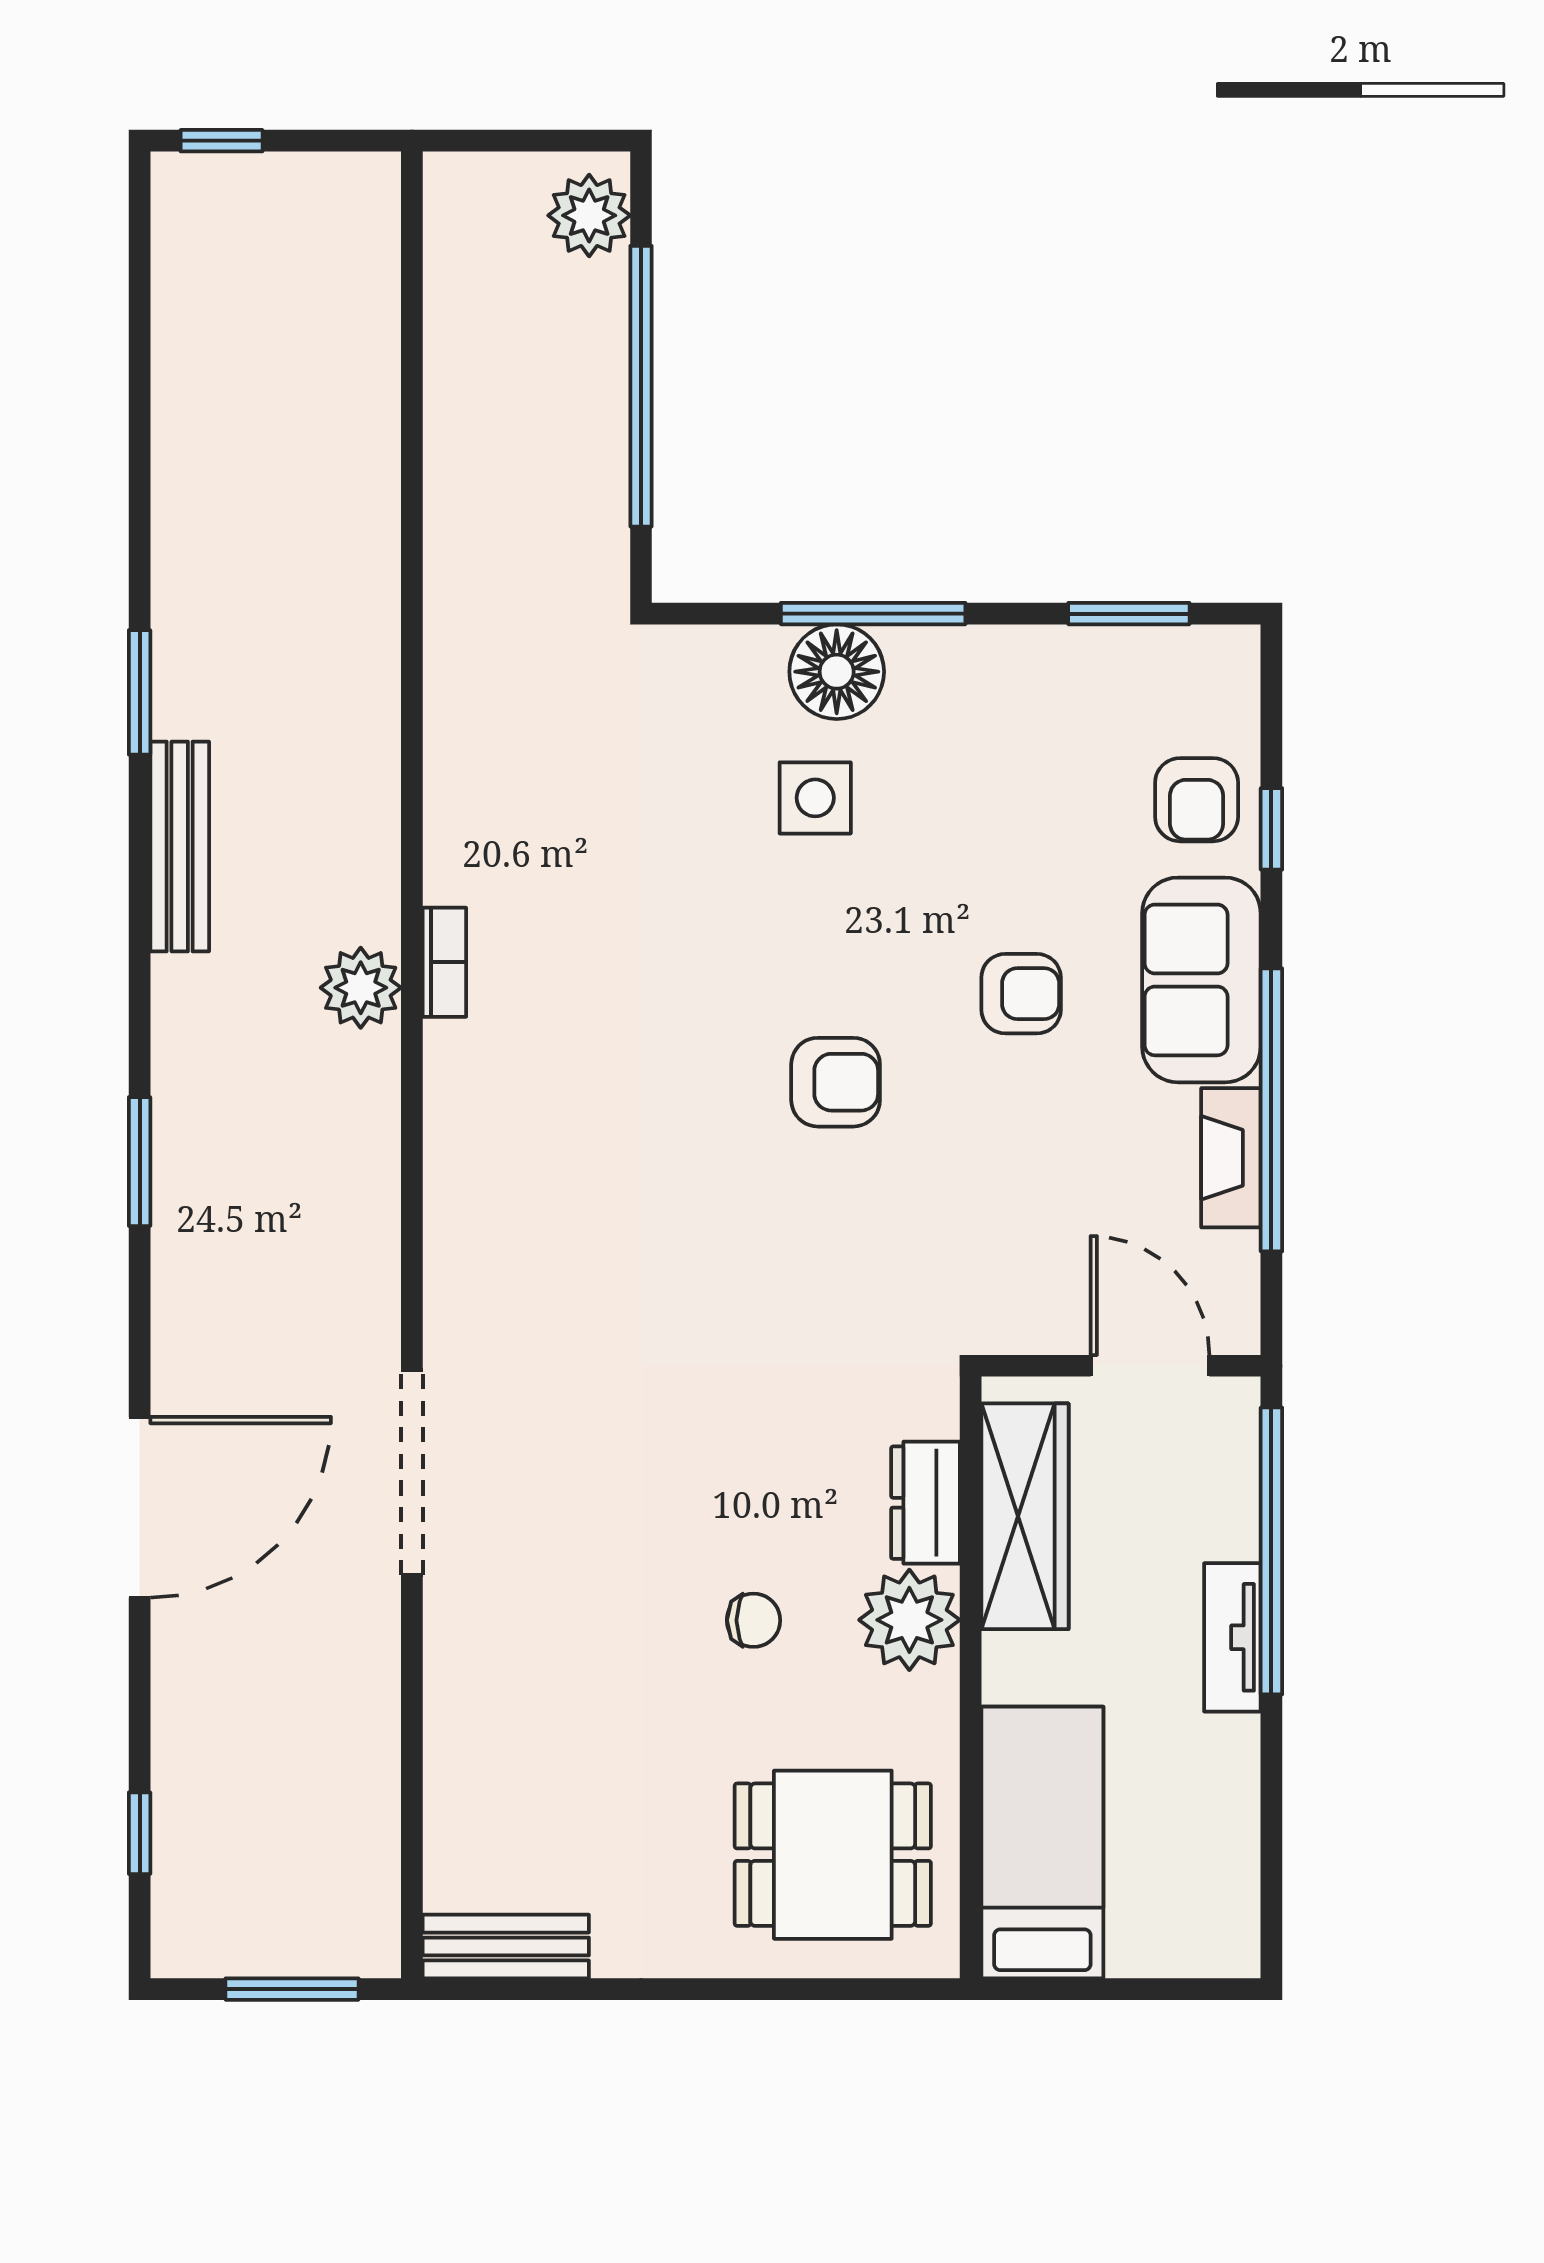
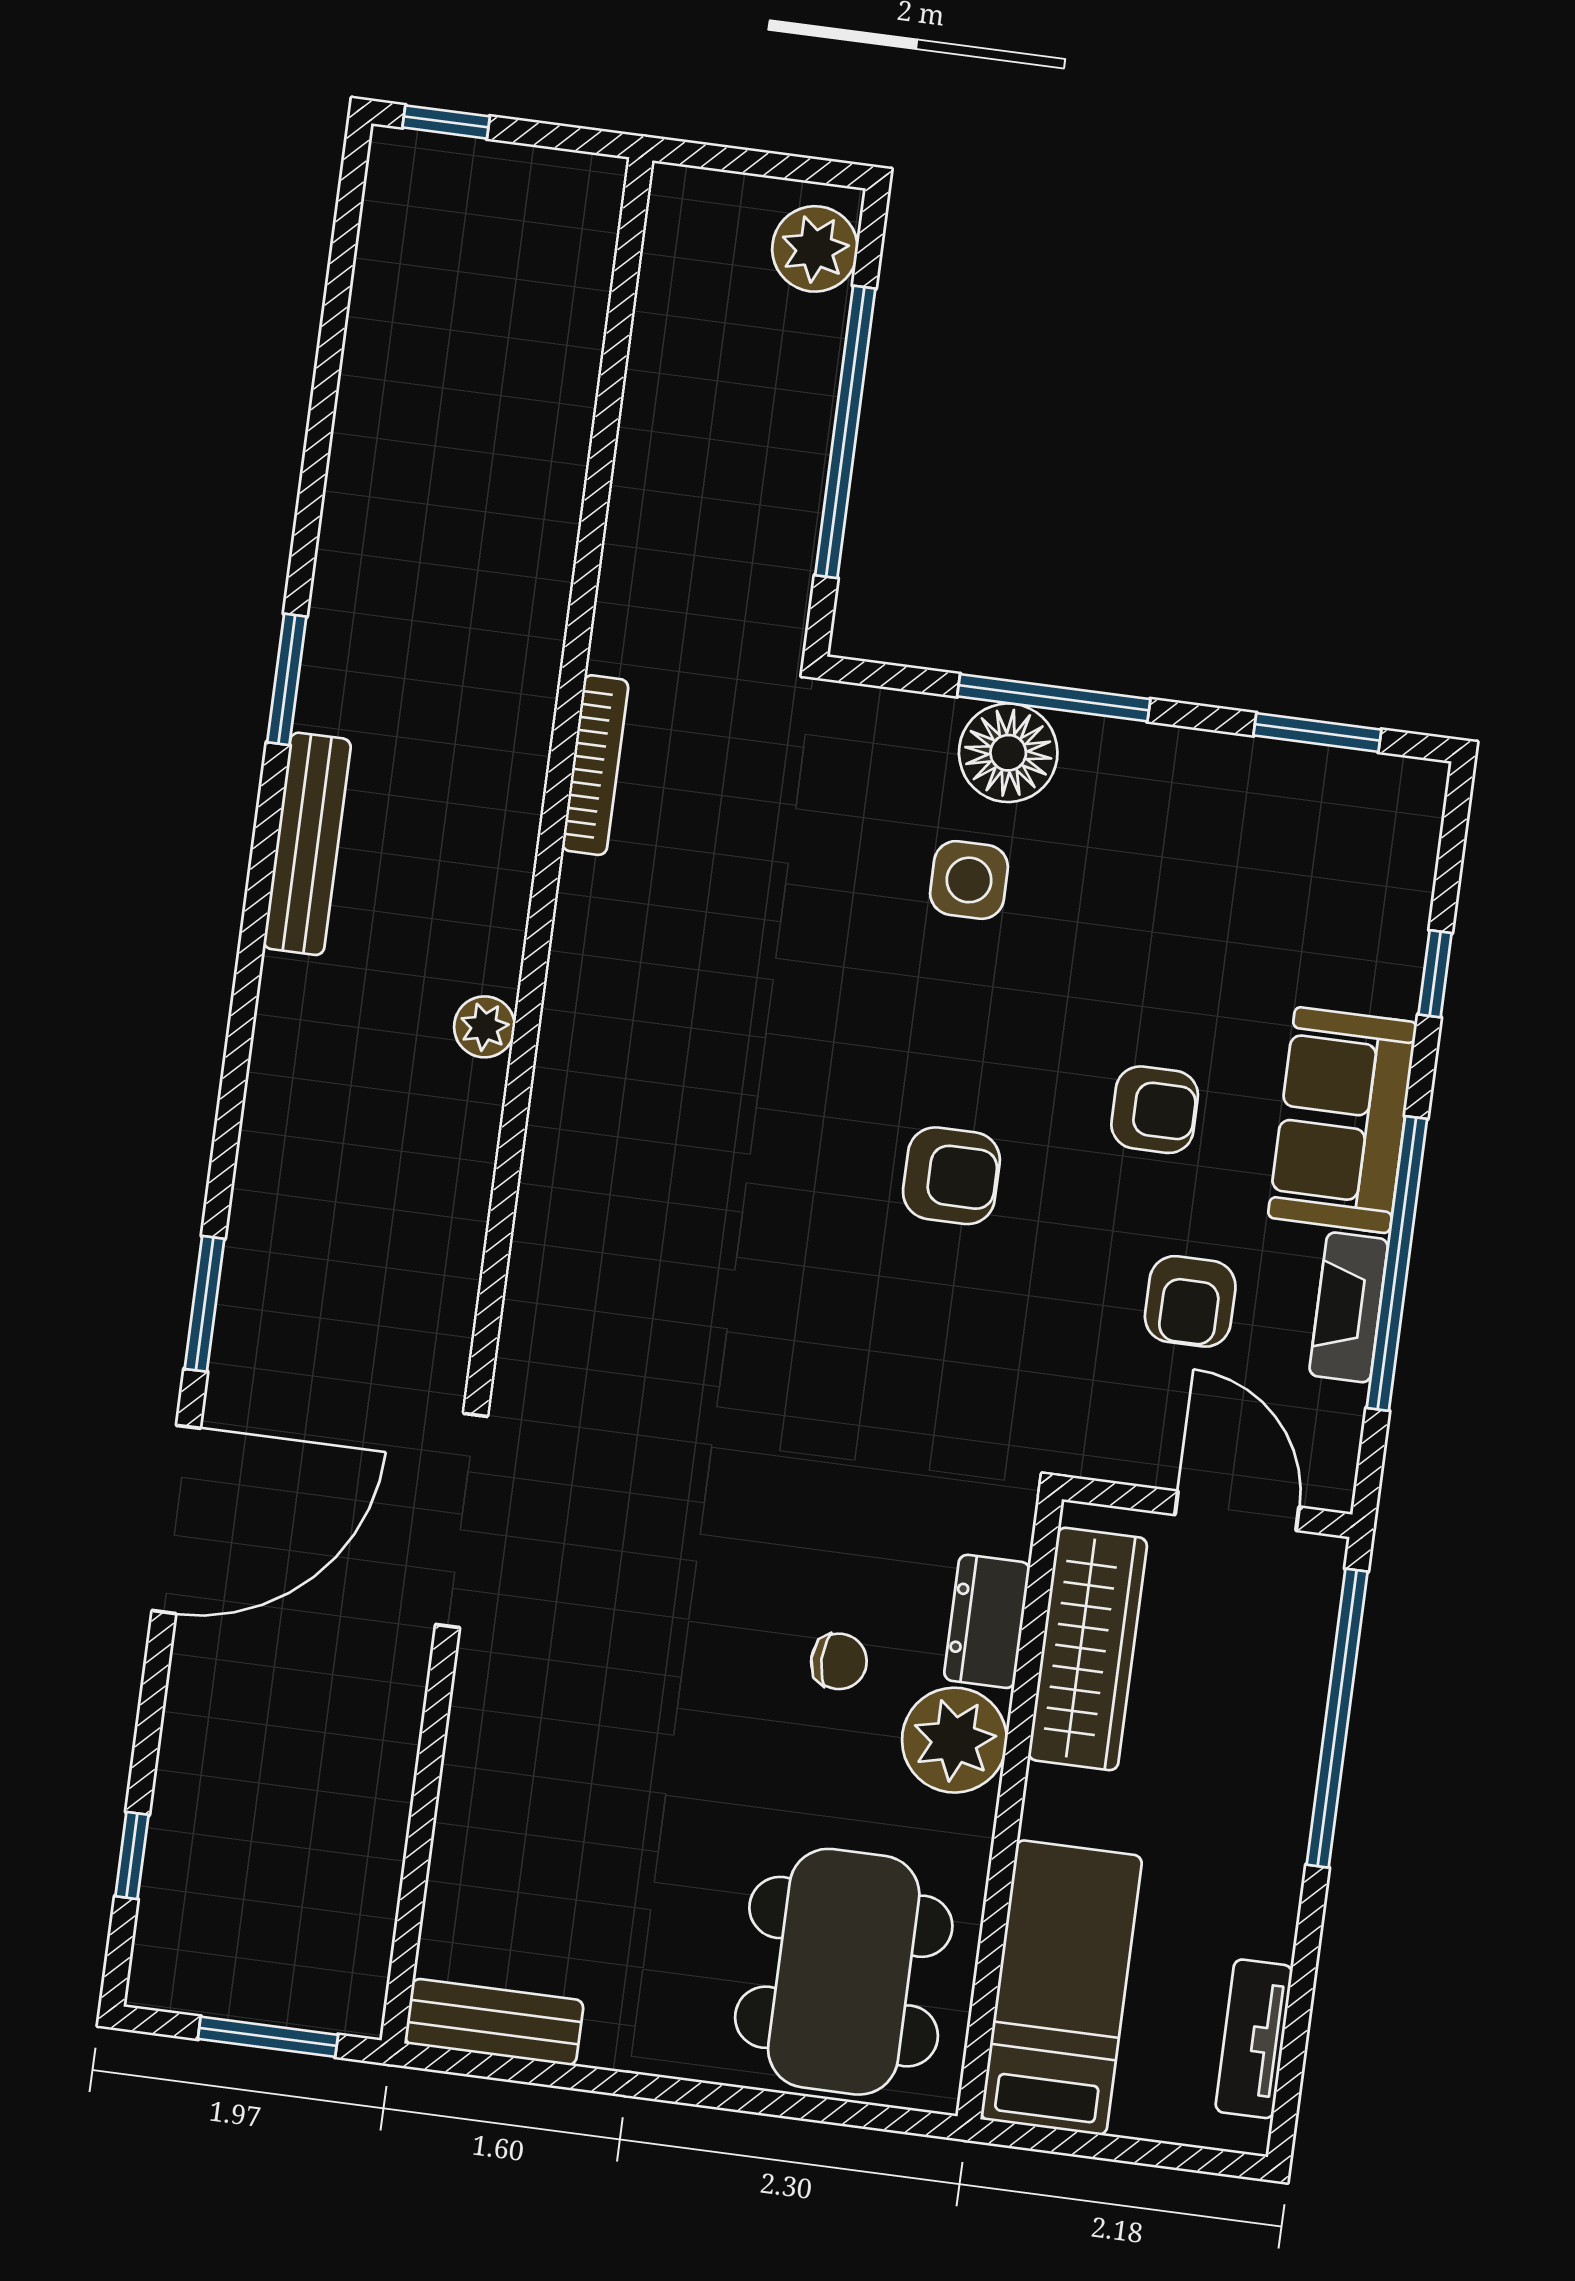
armchair: (1197, 800) -> (1190, 1301), moved
bookcase: (444, 962) -> (595, 765), moved, width x1.56
plant: (361, 988) -> (485, 1027), width x0.73, depth x0.73
window: (140, 1162) -> (205, 1304), moved
chair: (753, 1620) -> (839, 1661), moved
tv unit: (1232, 1637) -> (1254, 2039), moved
dining table: (833, 1855) -> (844, 1972), width x1.38

